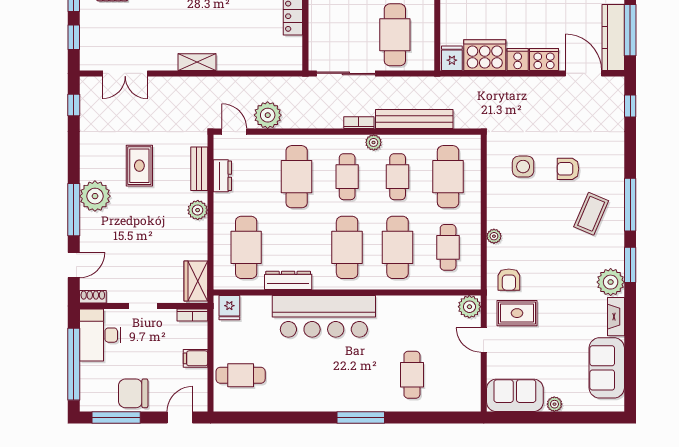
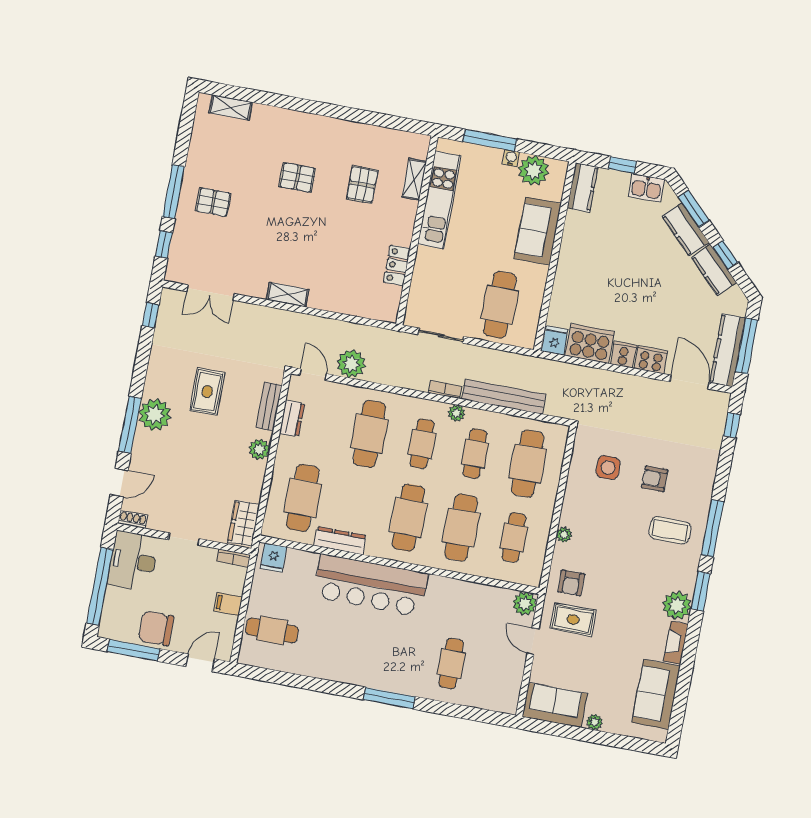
sliding door: (346, 73) -> (441, 336), width x0.73
coffee table: (591, 214) -> (670, 530), turned 67

